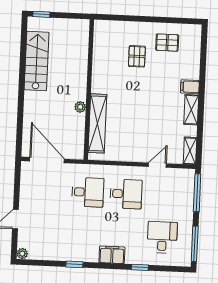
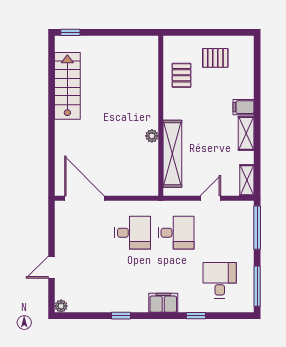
wall: (89, 90) -> (161, 116), moved
plant: (80, 107) -> (152, 136), moved
shelving: (97, 123) -> (172, 154), moved

